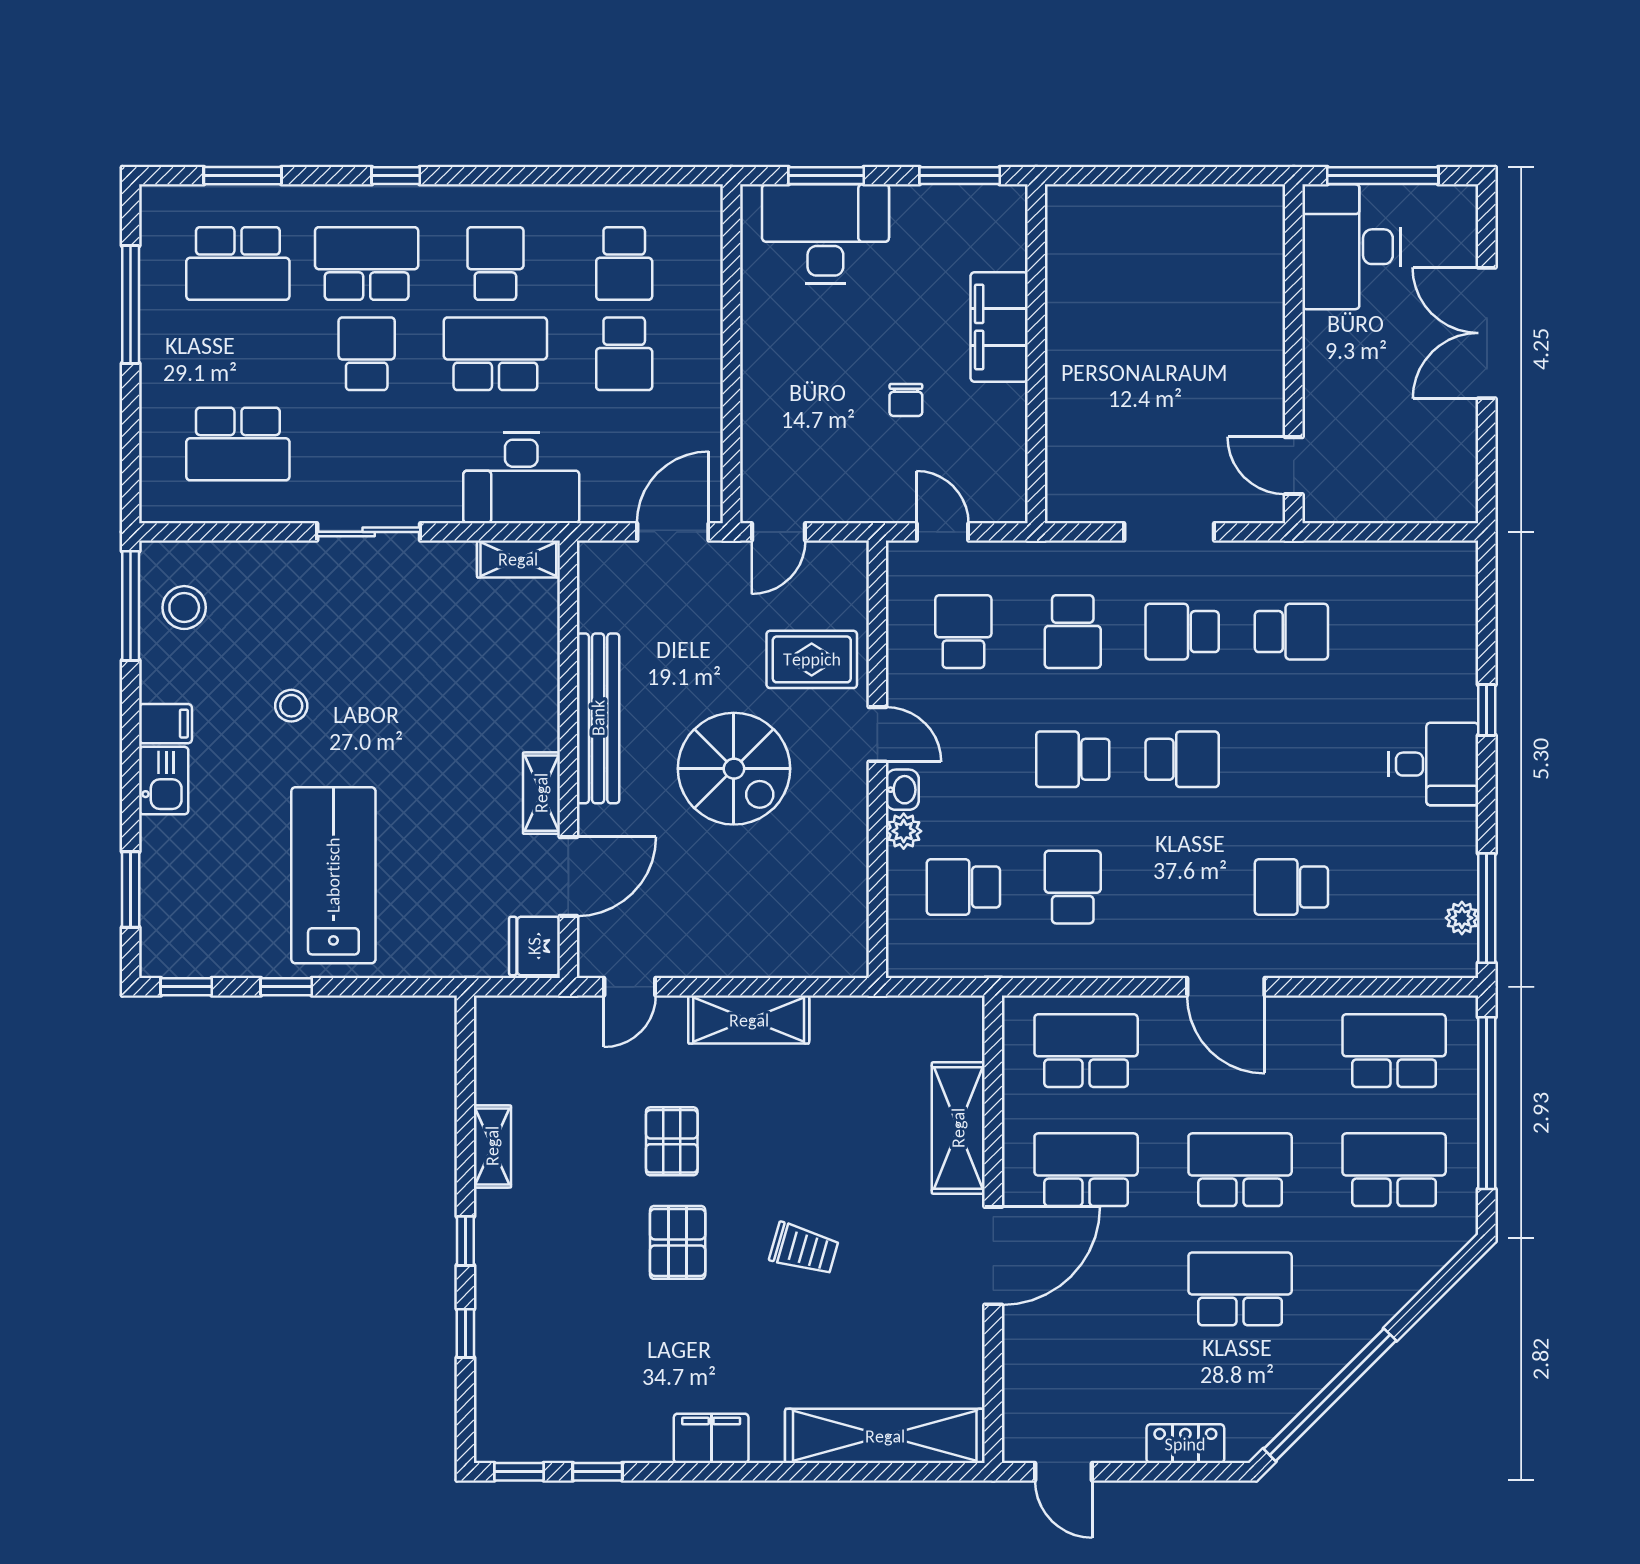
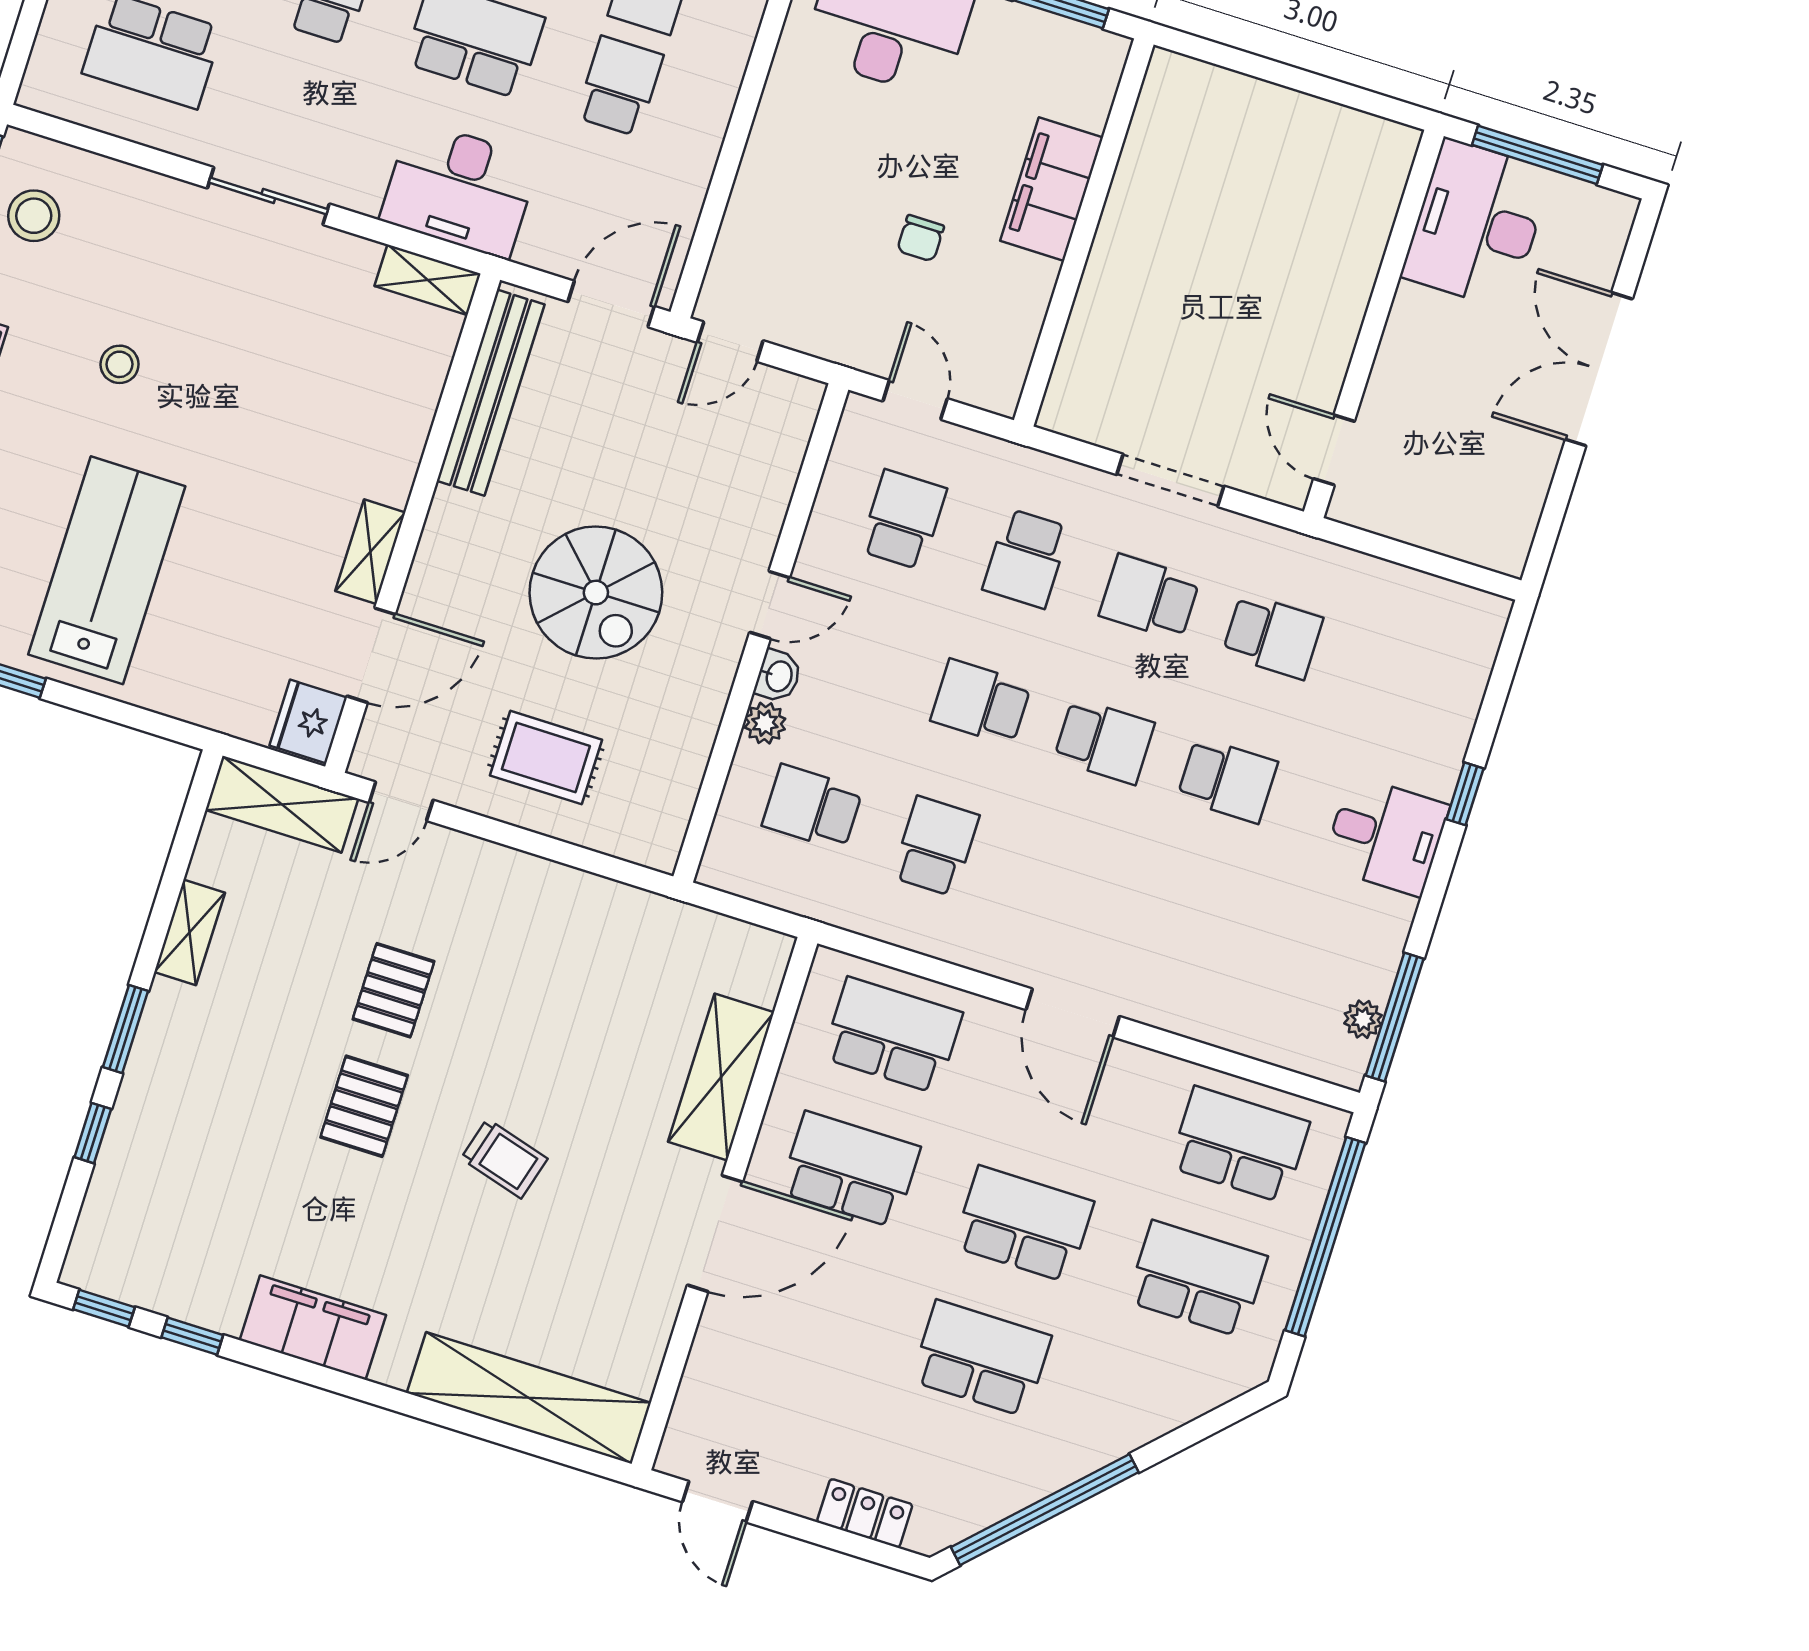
school desk: (624, 354) -> (620, 86), turned 180
rug: (812, 659) -> (546, 758), moved
bench: (598, 718) -> (491, 393), moved
door: (877, 734) -> (770, 605), hinge flipped
school desk: (1291, 887) -> (1227, 780), moved, turned 180
shelving: (749, 1020) -> (282, 804), moved
window: (465, 1241) -> (126, 1029), width x1.50
filing cabinet: (711, 1438) -> (313, 1328), width x1.50, depth x1.17

